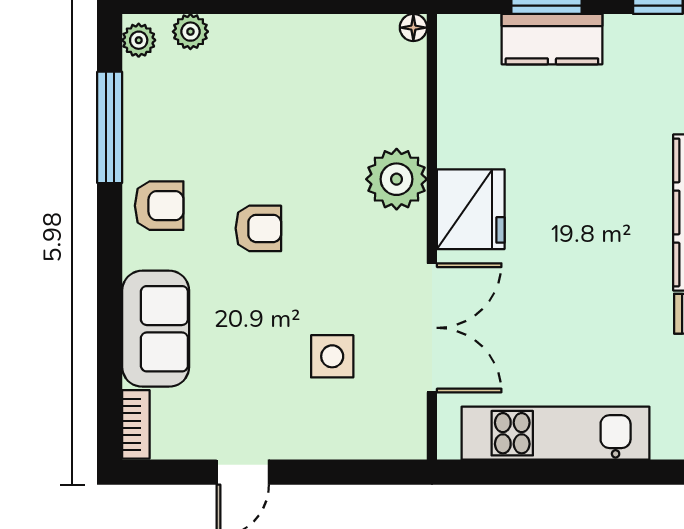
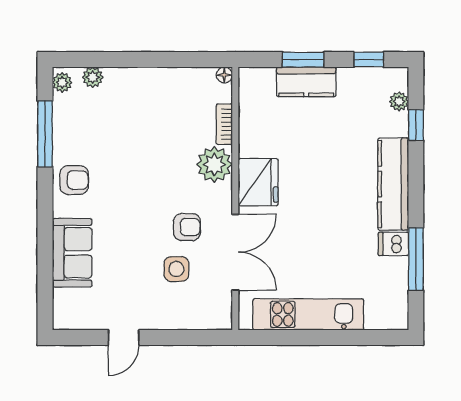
armchair: (258, 228) -> (187, 227), moved
bookcase: (136, 424) -> (224, 124), moved, turned 180

